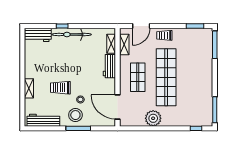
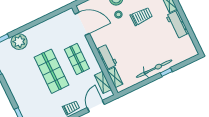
workbench: (38, 35) -> (177, 24), moved, turned -90
shop shelf: (166, 77) -> (52, 71), width x0.71
plant: (153, 118) -> (19, 42), moved

